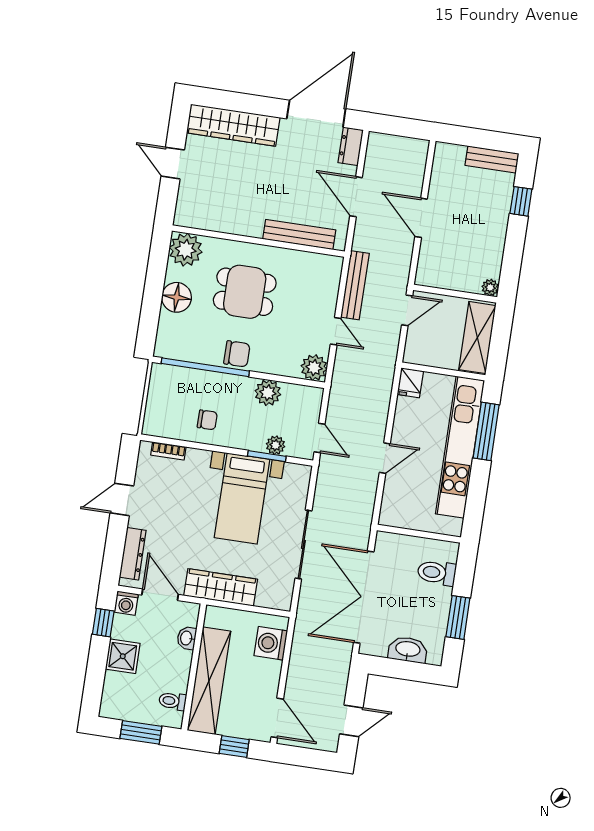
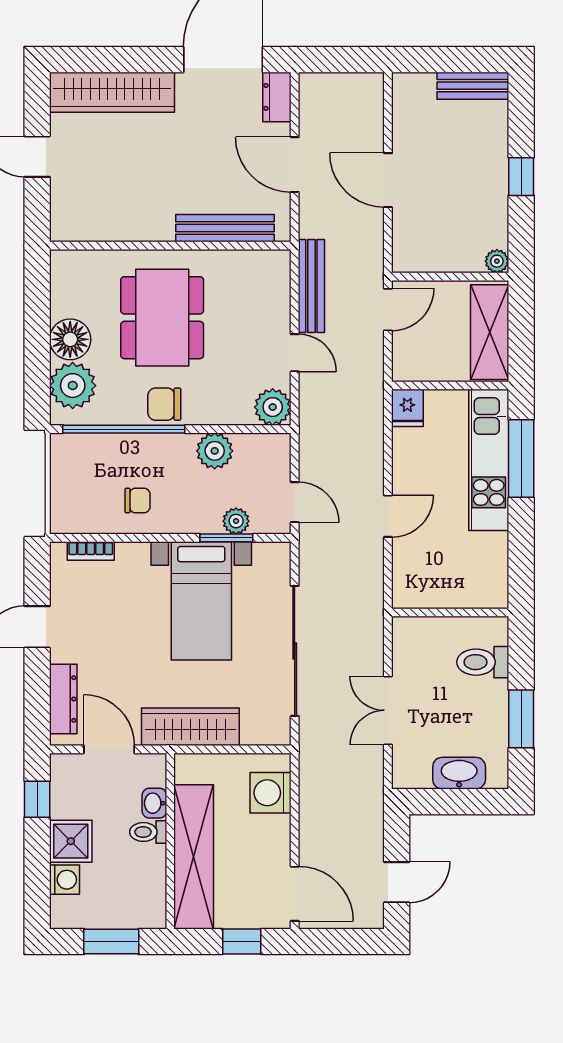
window: (521, 201) -> (521, 177), moved
plant: (186, 250) -> (73, 386), moved
dining table: (245, 292) -> (162, 318), width x1.38
chair: (237, 354) -> (164, 404), turned 180
kitchen unit: (460, 447) -> (489, 460), width x0.73
sliding door: (303, 544) -> (295, 651), width x1.36
double door: (364, 597) -> (388, 710), width x0.54
washing machine: (126, 603) -> (64, 880), moved, turned -90
toilet: (173, 701) -> (148, 832), moved

